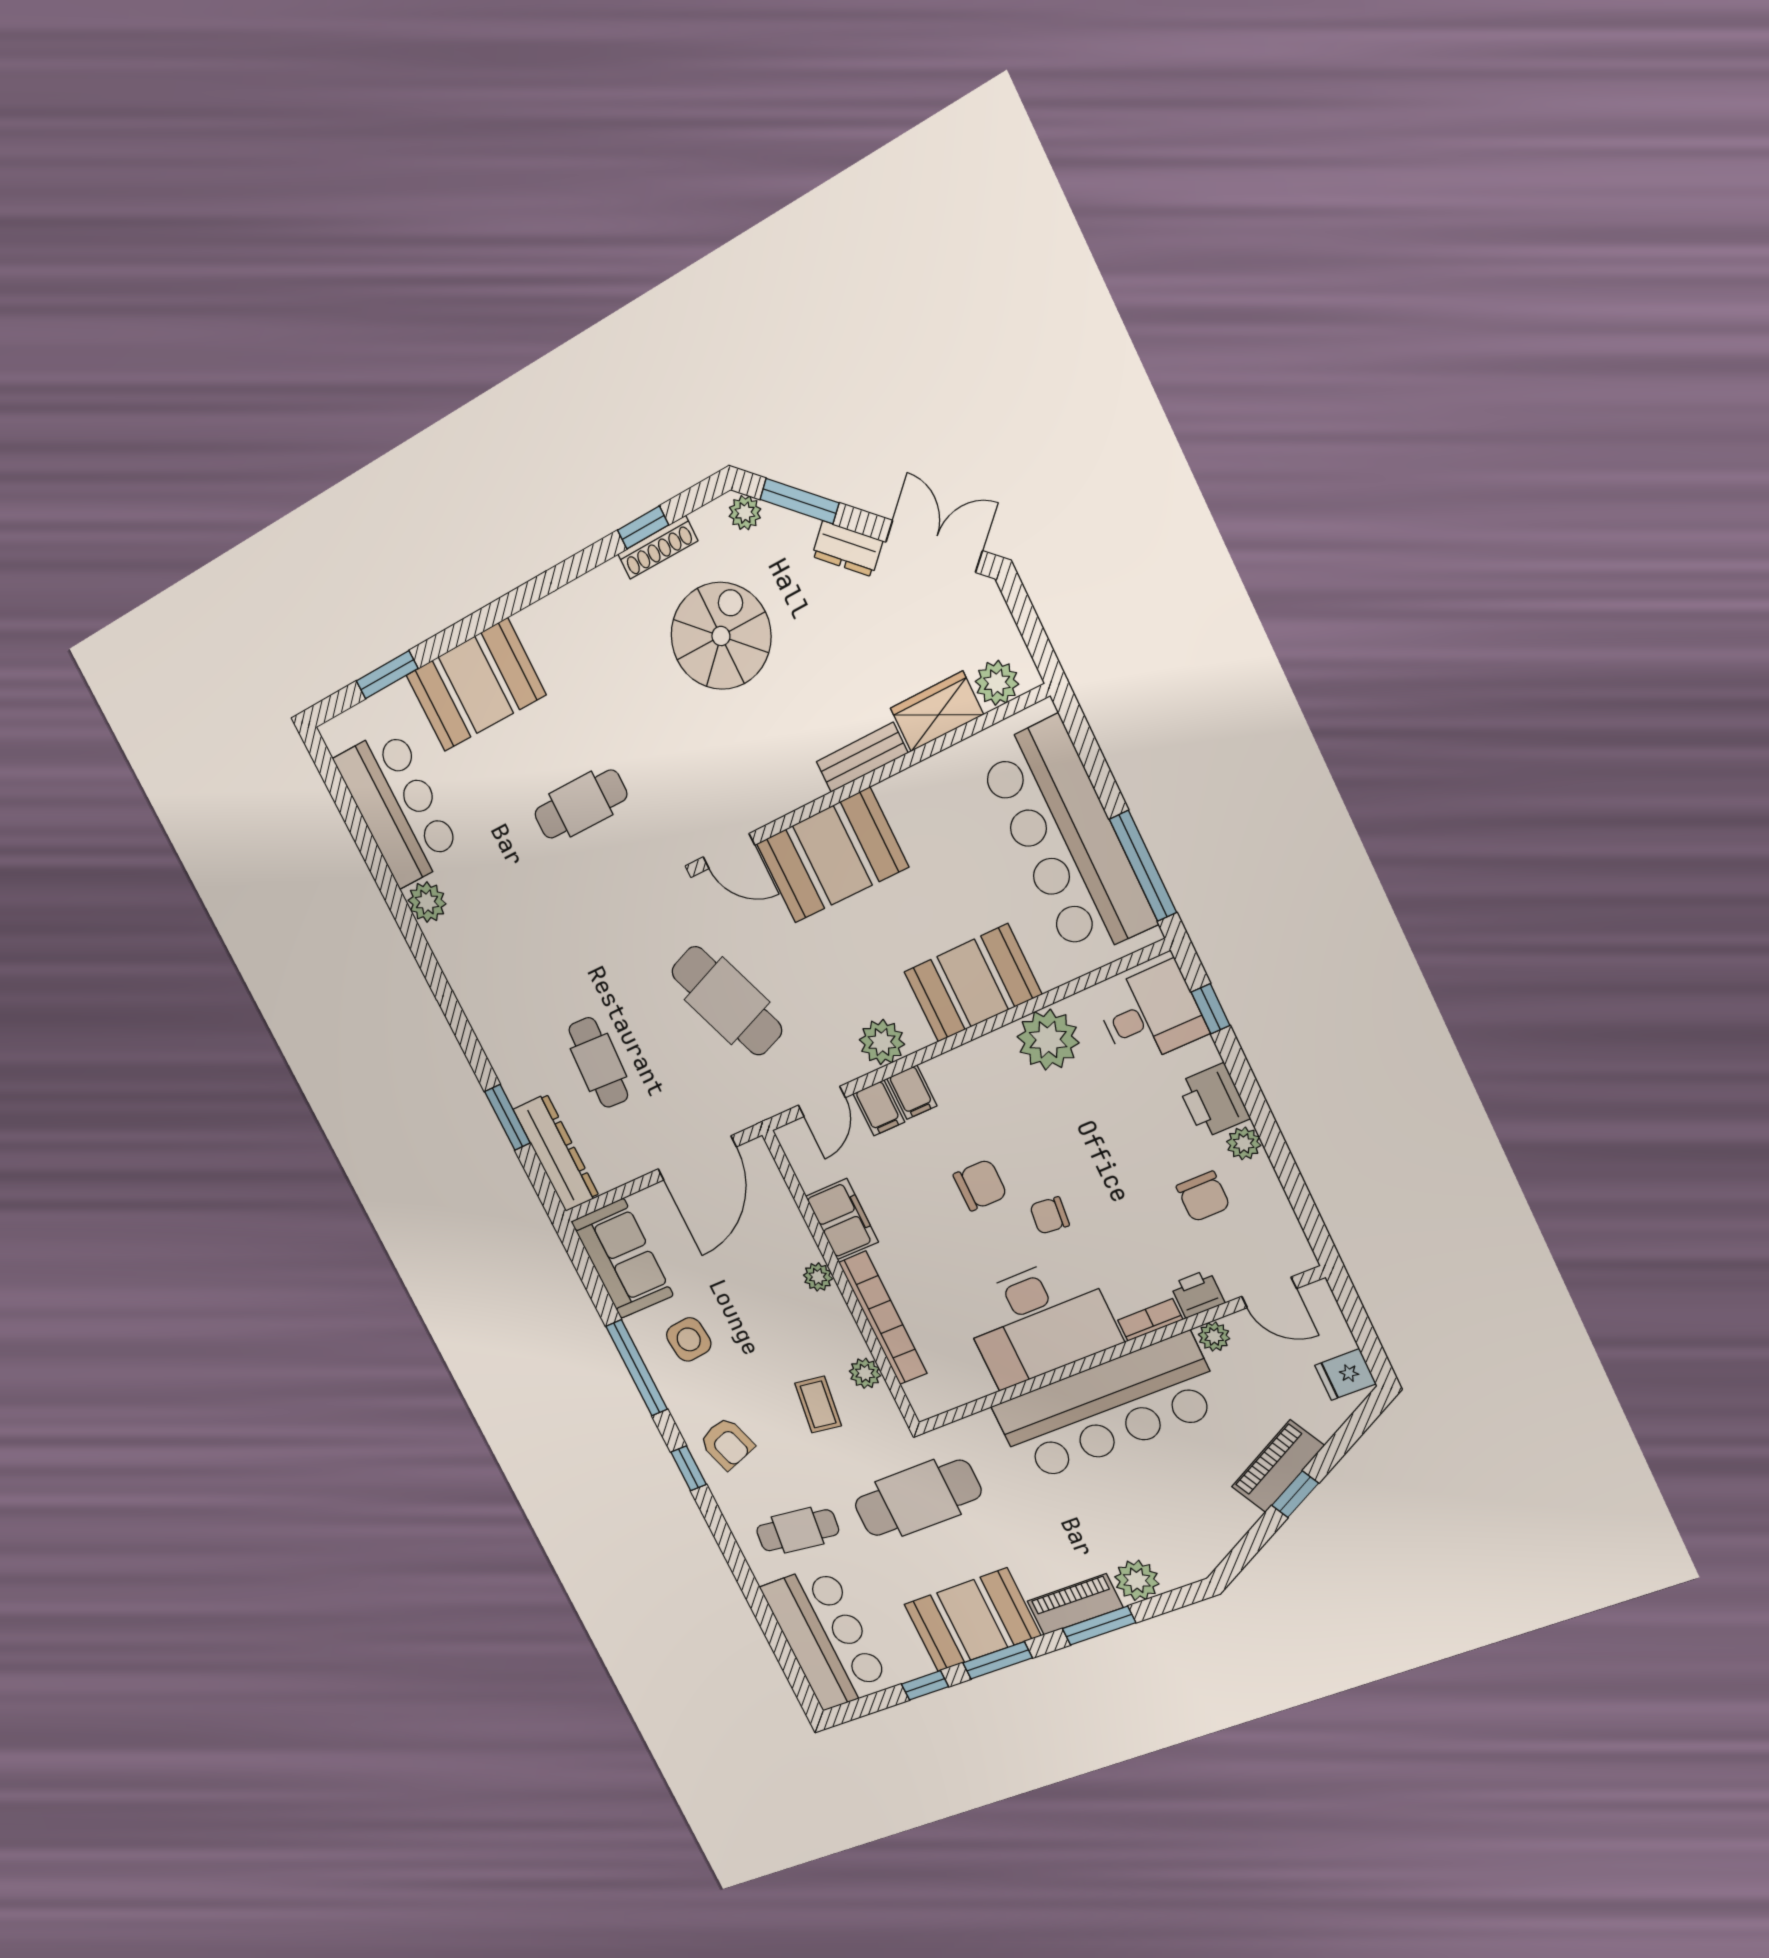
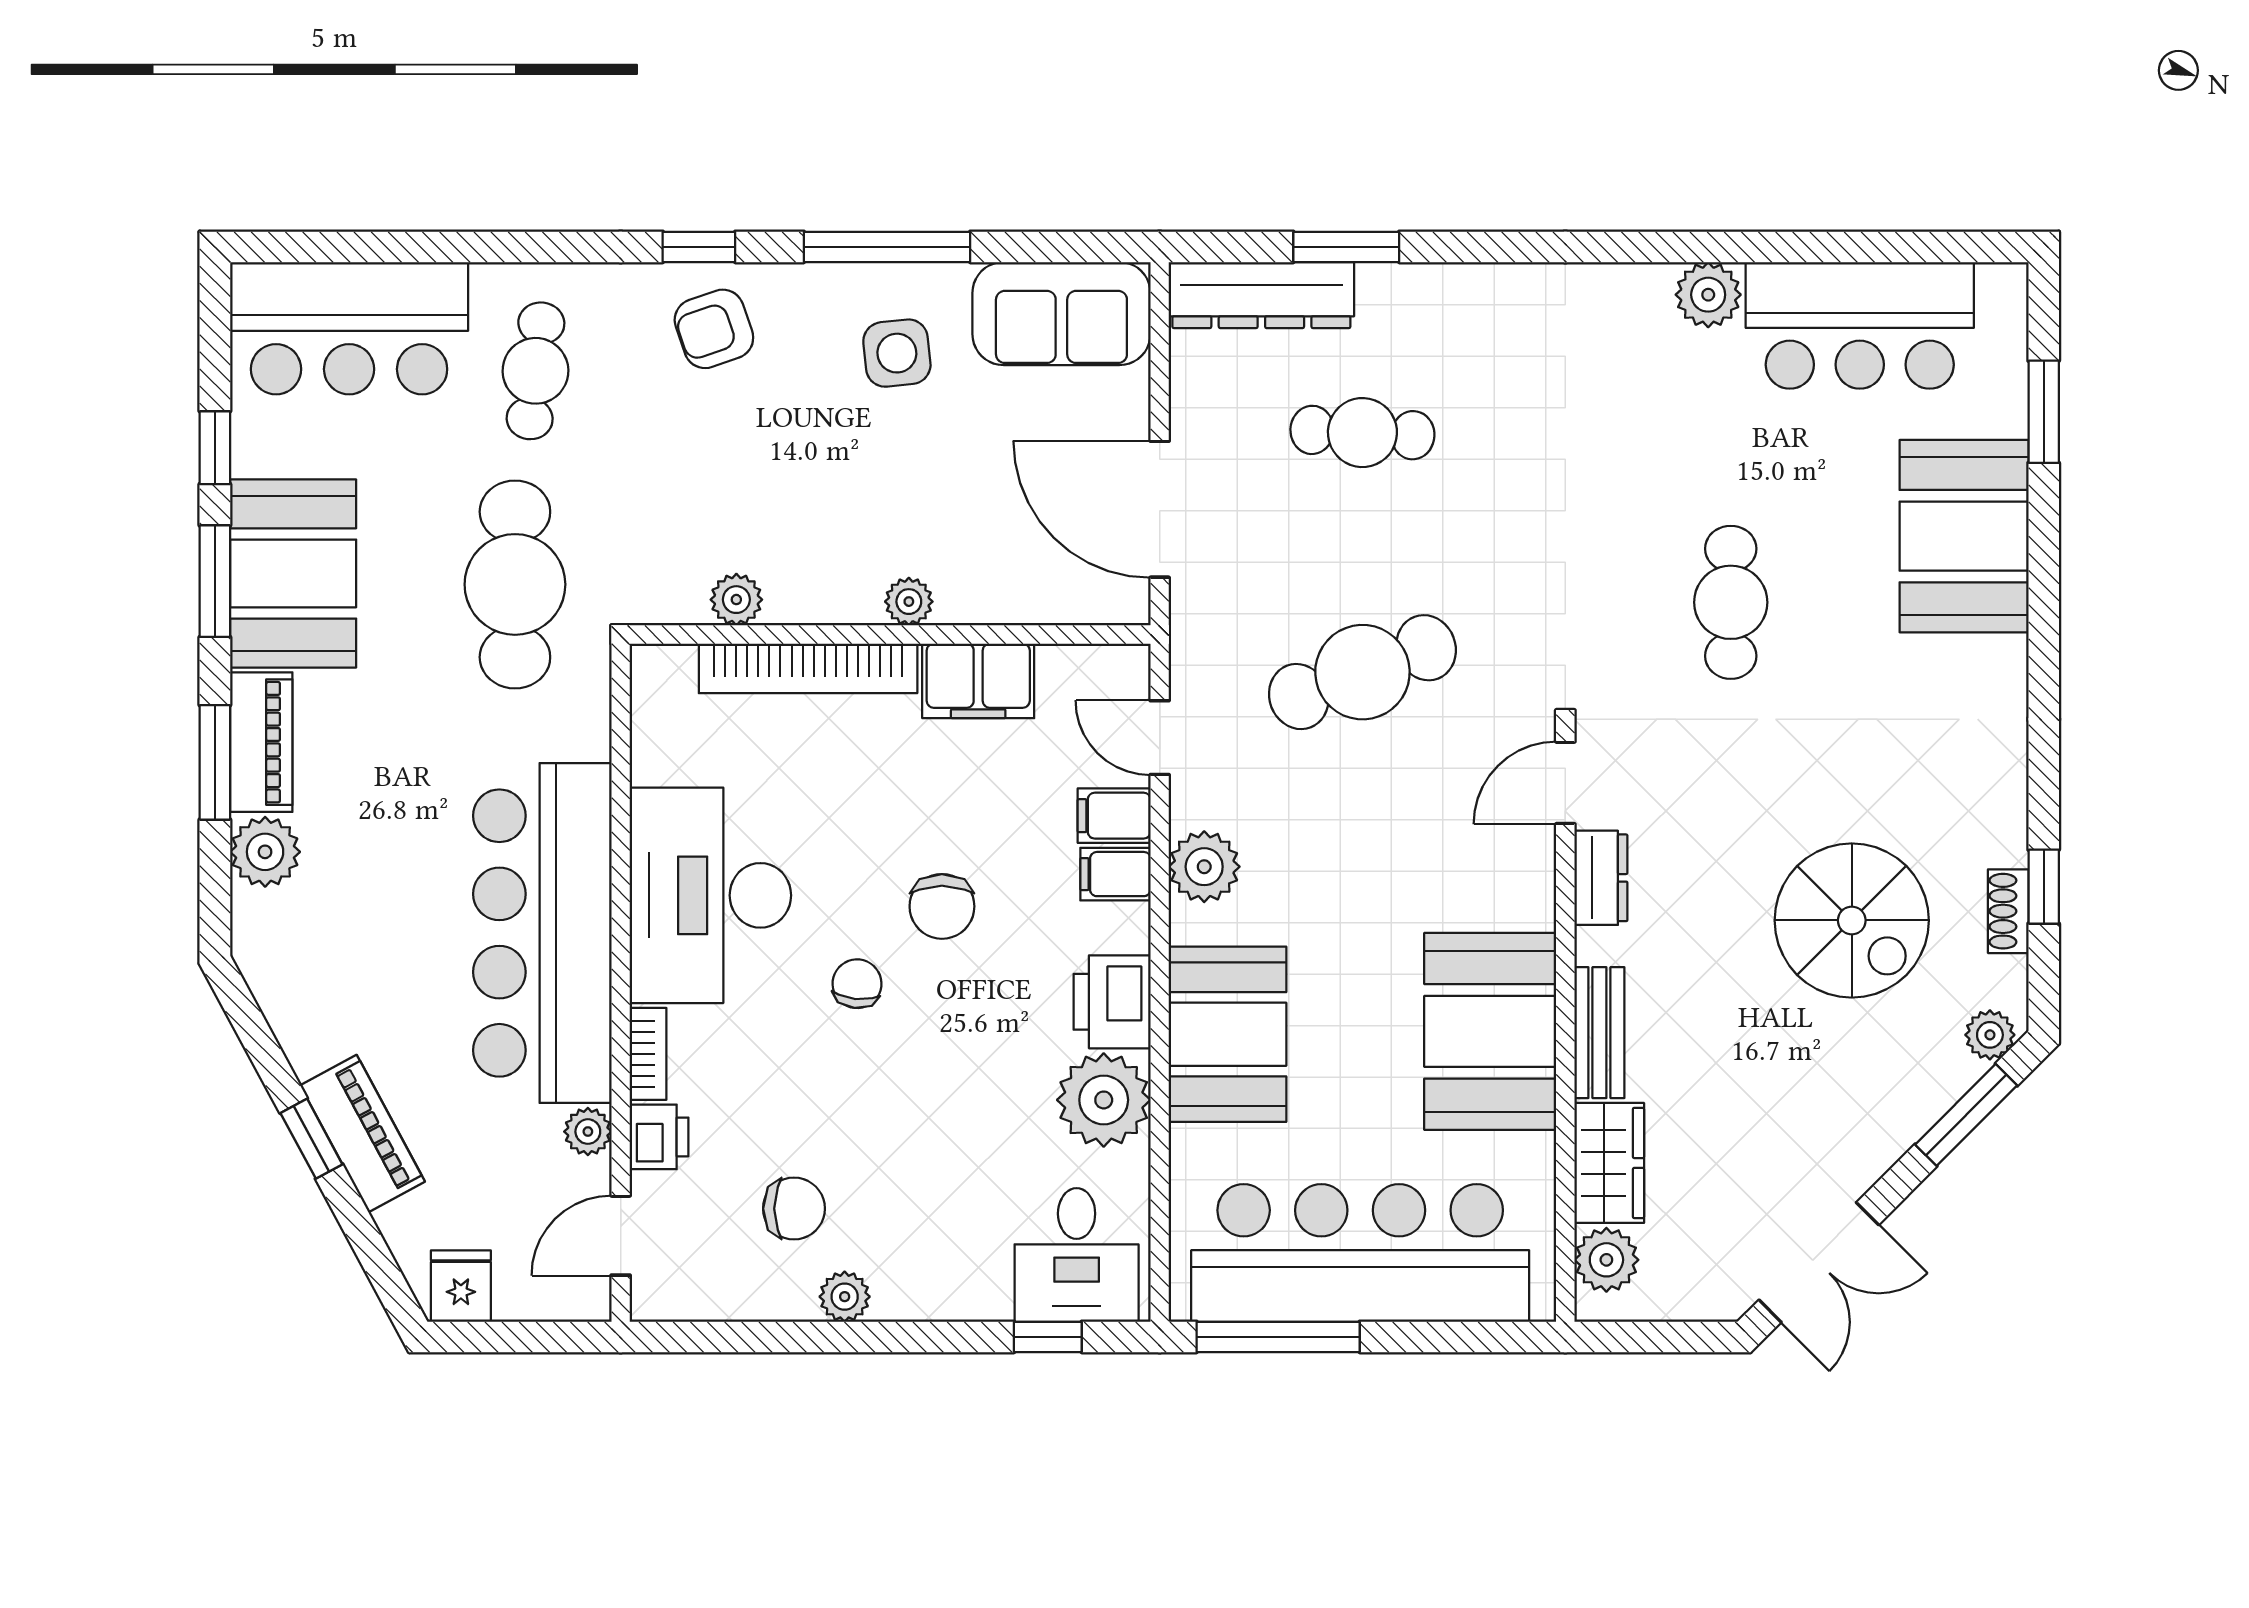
shoe rack: (658, 547) -> (2008, 911), width x0.70
dresser: (847, 549) -> (1601, 878), moved, turned 135
booth: (832, 855) -> (1490, 1031), moved
printer: (1213, 1101) -> (1112, 1002), moved, turned -90
chair: (1203, 1196) -> (794, 1209), turned 180
coffee table: (818, 1404) -> (718, 503), removed

